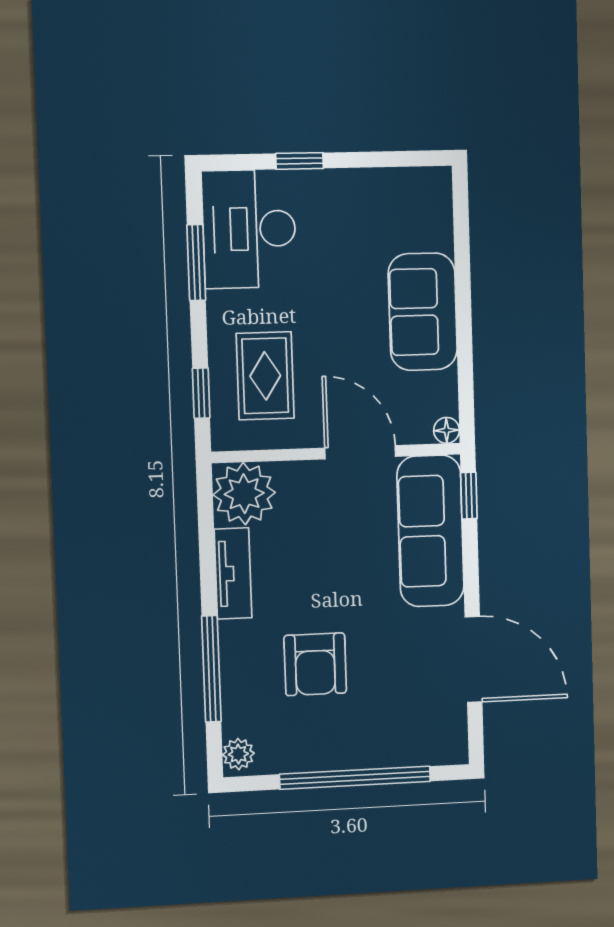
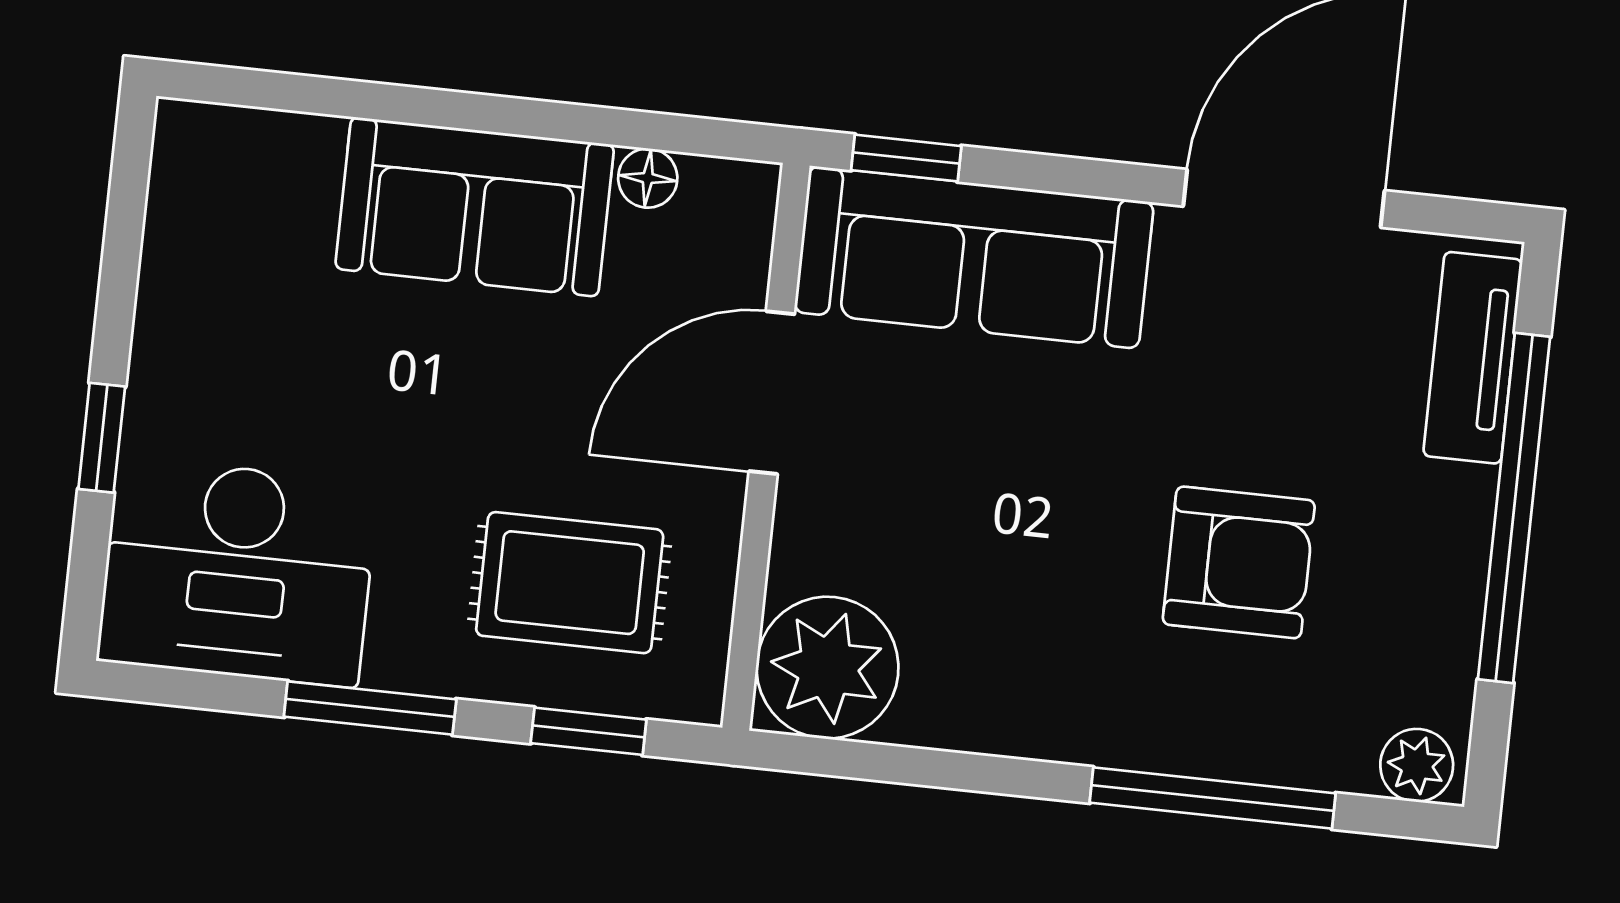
window: (196, 263) -> (370, 708), moved
floor lamp: (447, 430) -> (648, 178), moved
tv unit: (233, 573) -> (1473, 358), moved, turned -90

